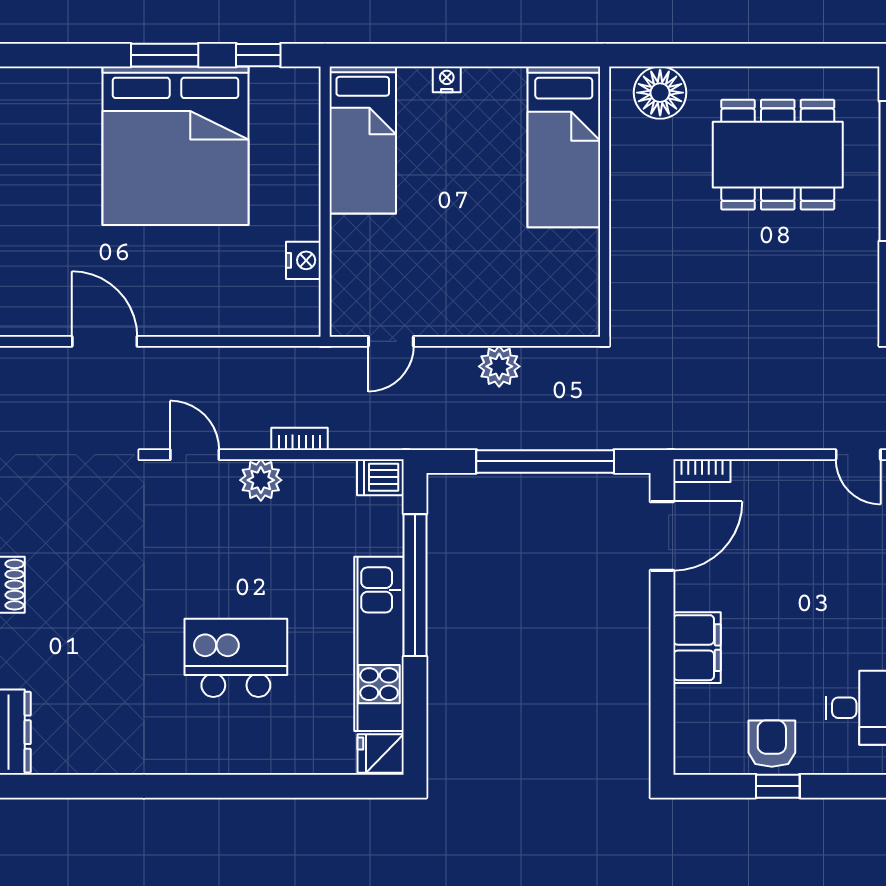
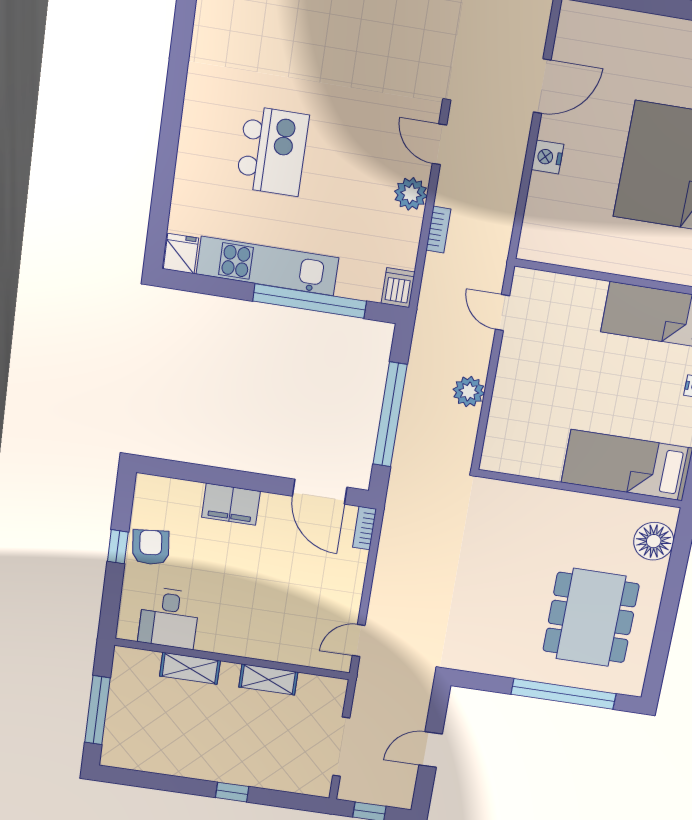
nightstand: (303, 260) -> (547, 157), moved, turned 90
door: (195, 455) -> (440, 144), swing flipped
armchair: (772, 744) -> (151, 547), turned -96

